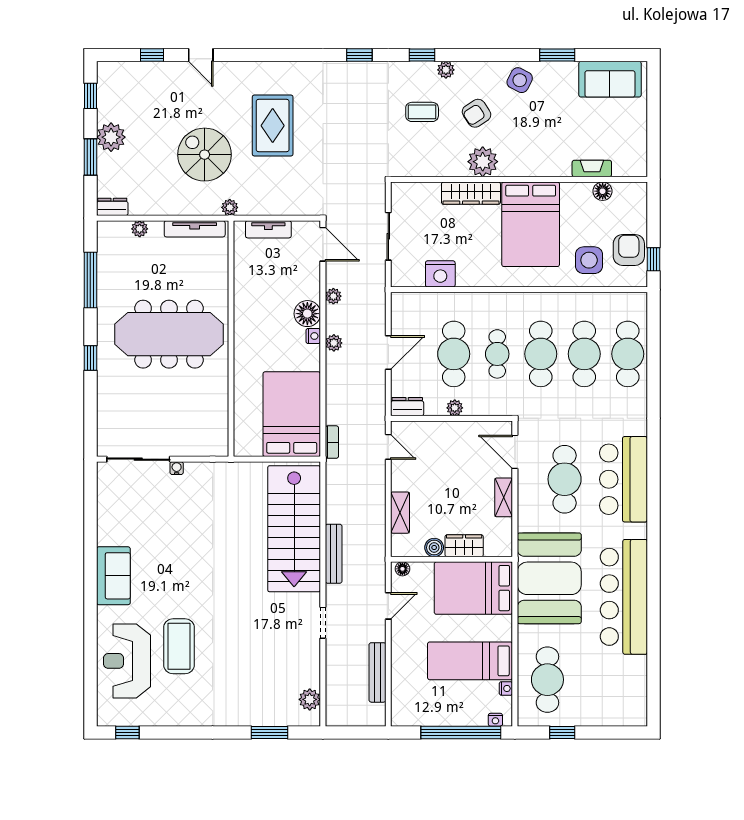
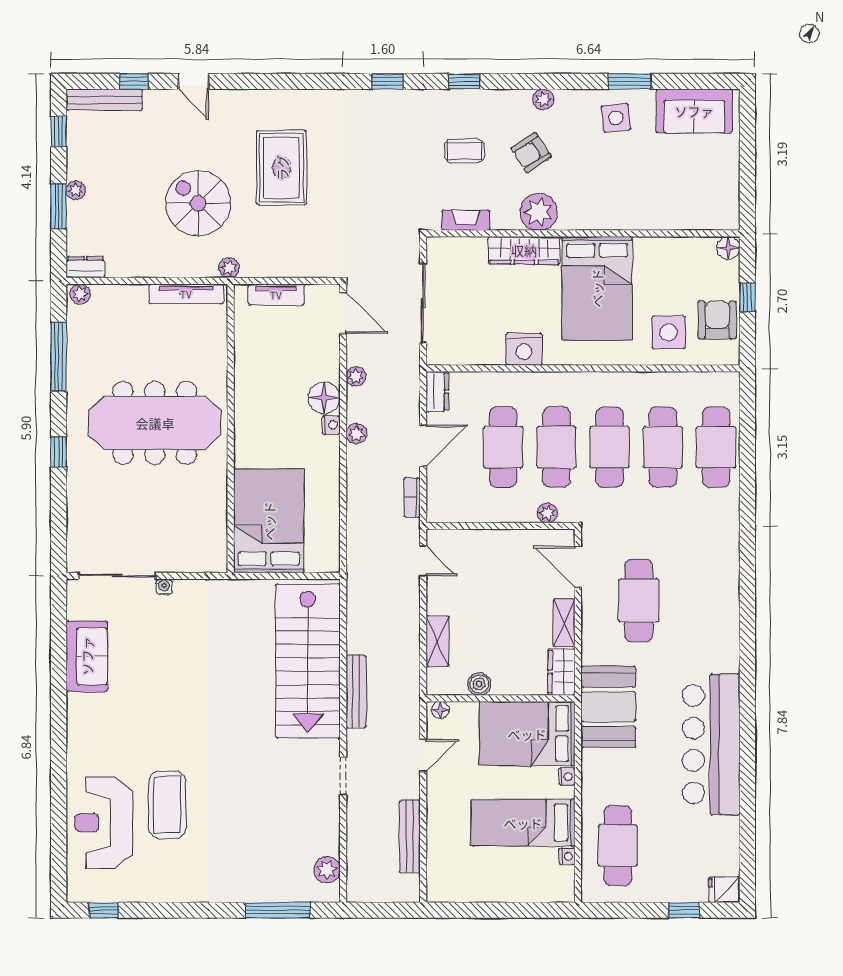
bench: (128, 70) -> (104, 100), added
plant: (446, 70) -> (543, 99), moved
side table: (520, 80) -> (616, 118), moved, turned -33
plant: (111, 137) -> (76, 190), width x0.53, depth x0.53
fireplace: (592, 168) -> (466, 220), moved
floor lamp: (603, 191) -> (728, 248), moved
plant: (140, 229) -> (80, 294), moved
sliding door: (388, 236) -> (423, 303), width x1.37
window: (653, 259) -> (747, 297), moved
nightstand: (440, 274) -> (524, 349), moved
cafe table: (497, 354) -> (556, 447), width x1.37, depth x1.35
dresser: (407, 407) -> (437, 392), moved, turned 90
plant: (455, 408) -> (547, 513), moved
bed: (292, 414) -> (269, 521), moved
bookcase: (332, 442) -> (412, 497), moved, turned 180
bar counter: (623, 479) -> (711, 600), removed
wardrobe: (464, 546) -> (561, 672), moved, turned -90
sofa: (113, 576) -> (87, 656), moved
booth: (549, 578) -> (608, 707), width x0.73, depth x0.70
fridge: (635, 716) -> (724, 890), added
nightstand: (495, 720) -> (567, 776), moved, turned -90
window: (270, 732) -> (278, 910), width x1.44
window: (461, 732) -> (512, 910), removed
window: (562, 732) -> (684, 910), moved

